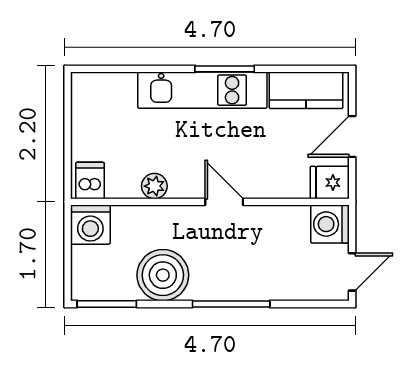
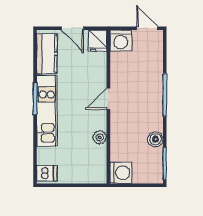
dishwasher: (90, 180) -> (47, 173), moved, turned 180
boiler: (163, 275) -> (155, 139), width x0.54, depth x0.54

